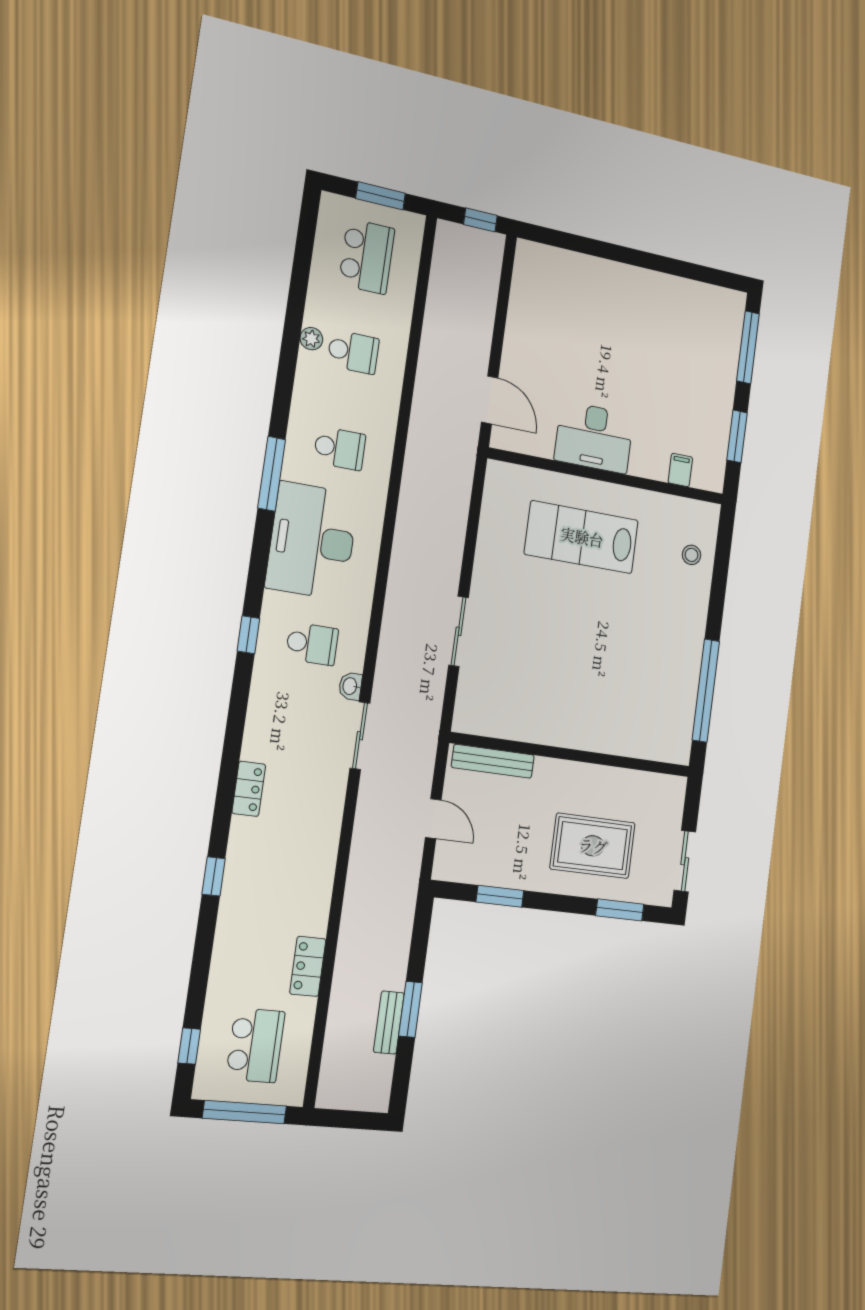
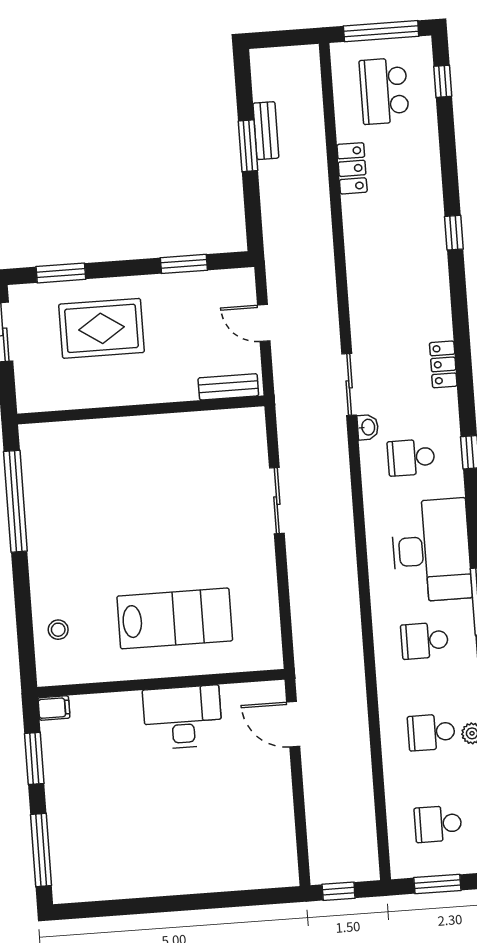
school desk: (367, 256) -> (438, 824), width x0.54
filing cabinet: (680, 470) -> (54, 708), moved, turned -90
bench: (493, 761) -> (228, 387), width x0.73
locker: (249, 789) -> (443, 364), moved

